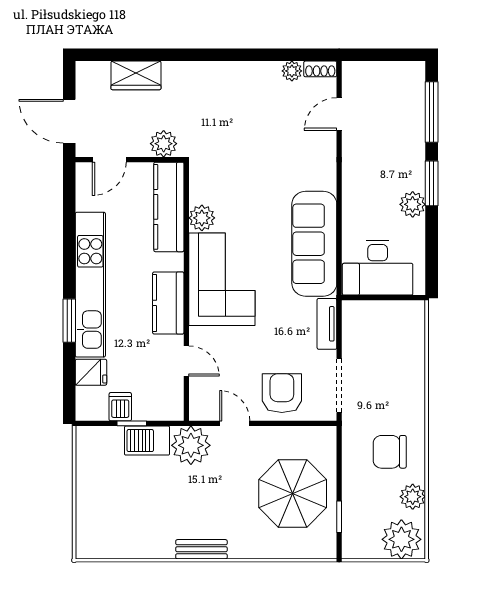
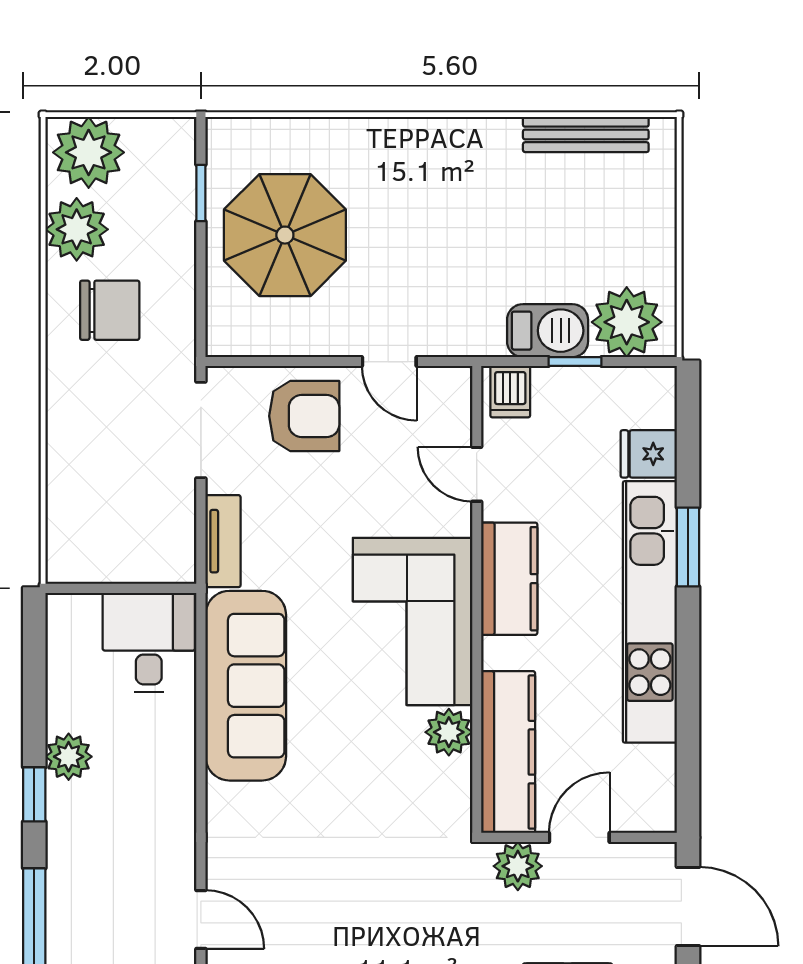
door: (339, 114) -> (201, 920), hinge flipped
door: (109, 160) -> (579, 837), moved
window: (432, 183) -> (34, 794), width x0.67
desk: (378, 268) -> (149, 643), width x0.73
armchair: (282, 393) -> (304, 416), turned -90
dishwasher: (120, 407) -> (510, 392), moved
plant: (191, 445) -> (627, 322), moved
plant: (413, 497) -> (77, 229), width x1.36, depth x1.36
bench: (201, 549) -> (586, 134), moved, width x1.36

